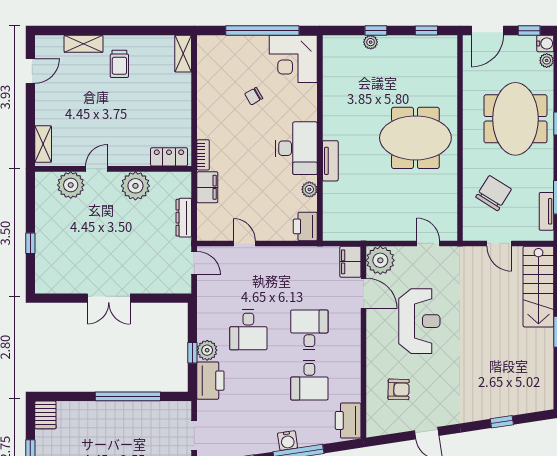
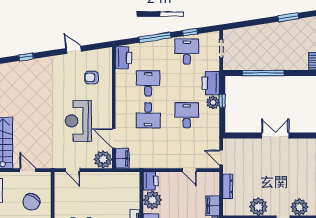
plant: (309, 189) -> (152, 200), width x1.88, depth x1.88
desk: (248, 430) -> (187, 52), added
water cooler: (288, 441) -> (162, 45), removed

